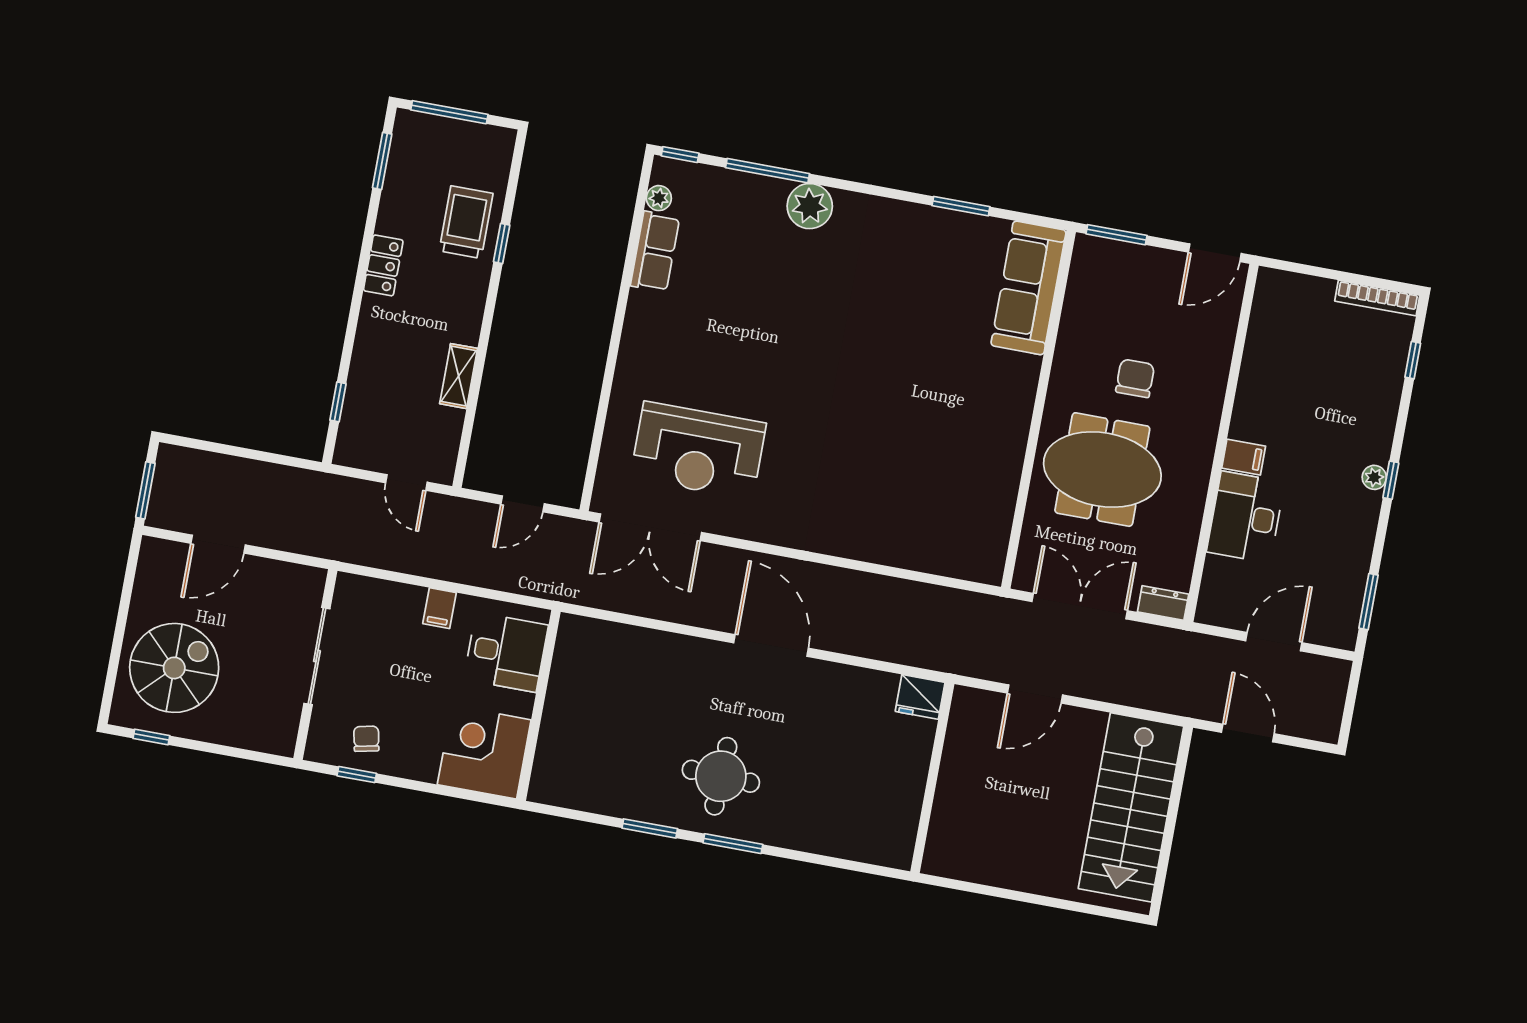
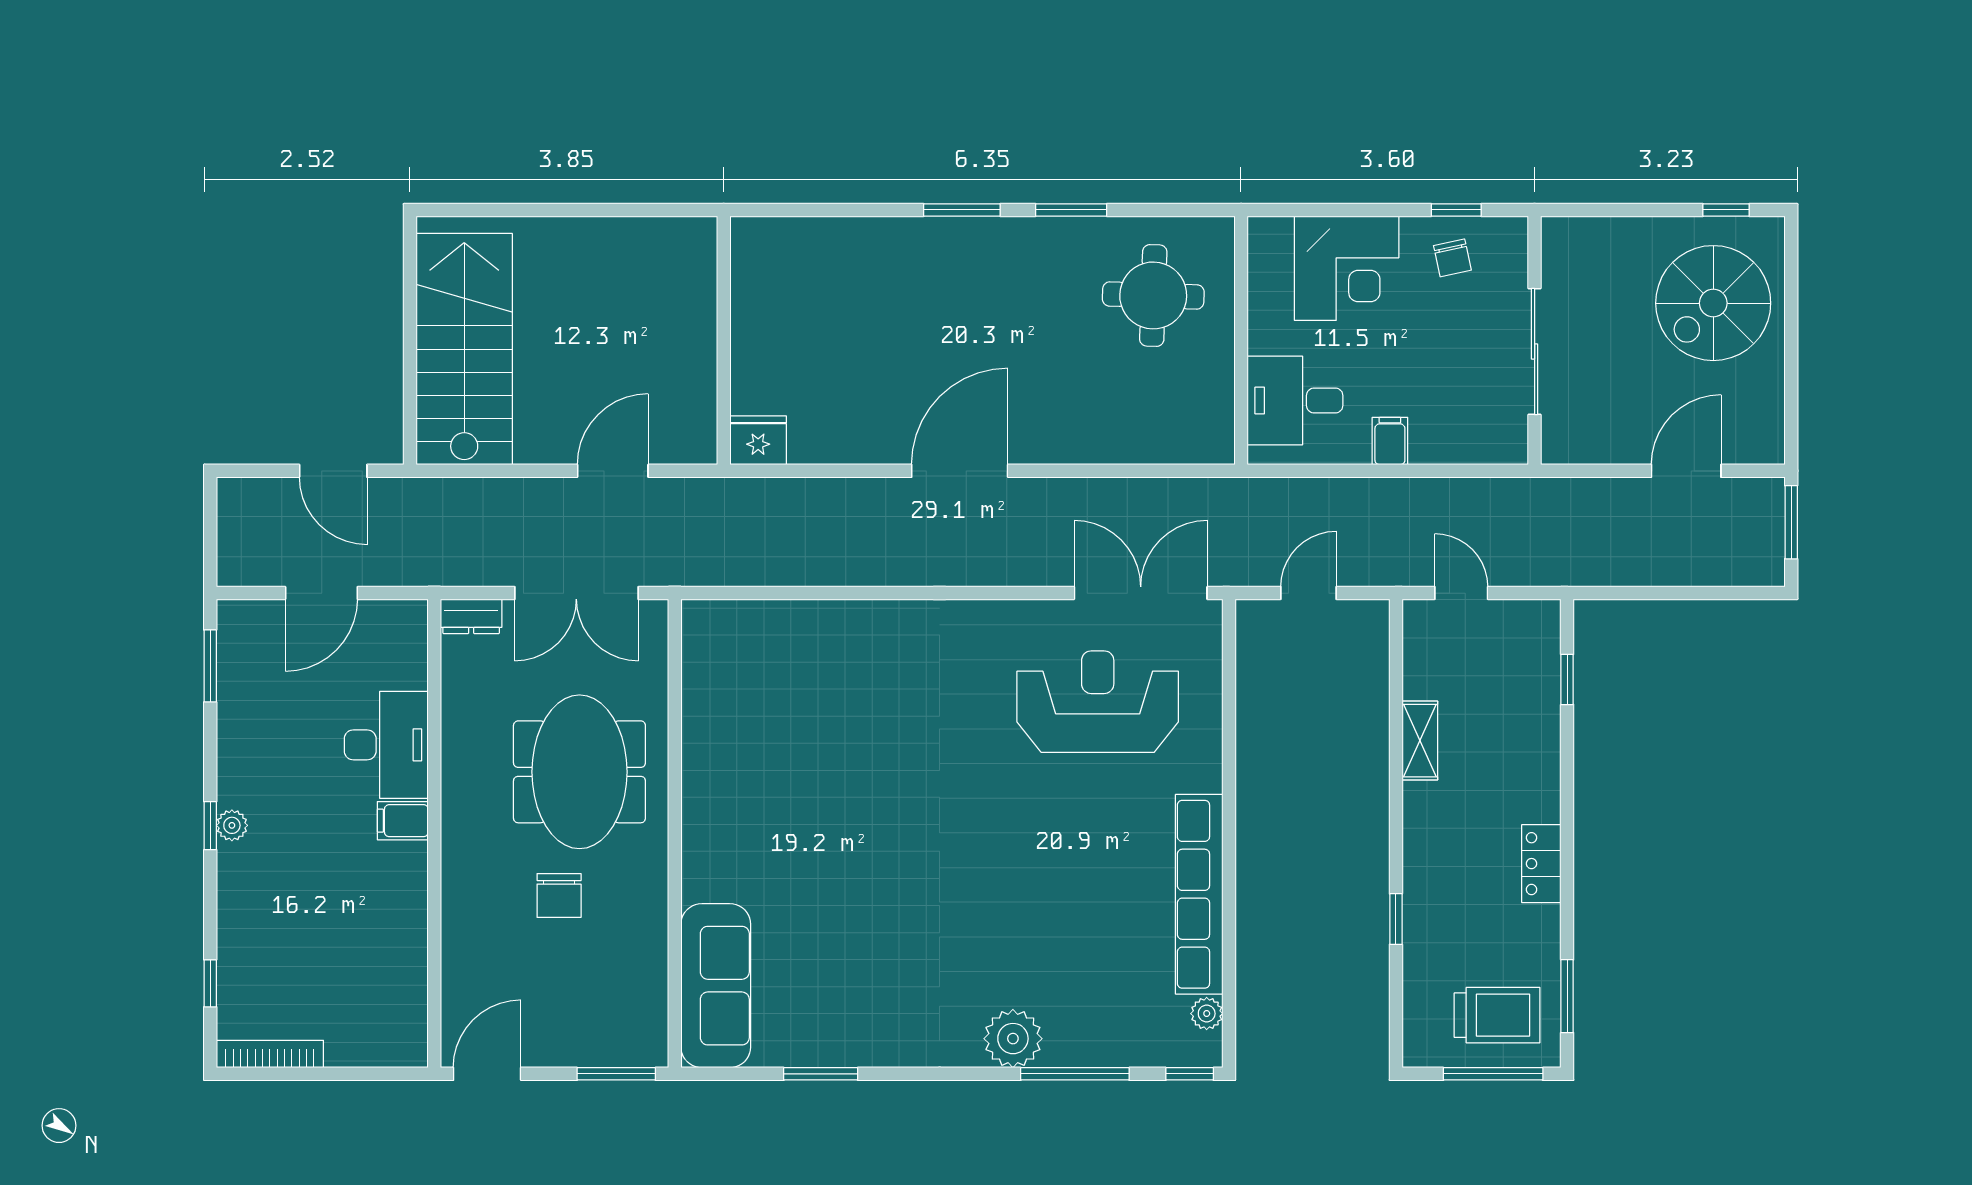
trolley: (466, 222) -> (1497, 1015), moved, turned -90
row of seats: (655, 252) -> (1199, 894), width x2.02
meeting table: (1102, 470) -> (579, 772), turned 90
door: (771, 646) -> (960, 471), swing flipped
corner desk: (484, 752) -> (1347, 268), moved
round table: (721, 776) -> (1153, 295), moved

